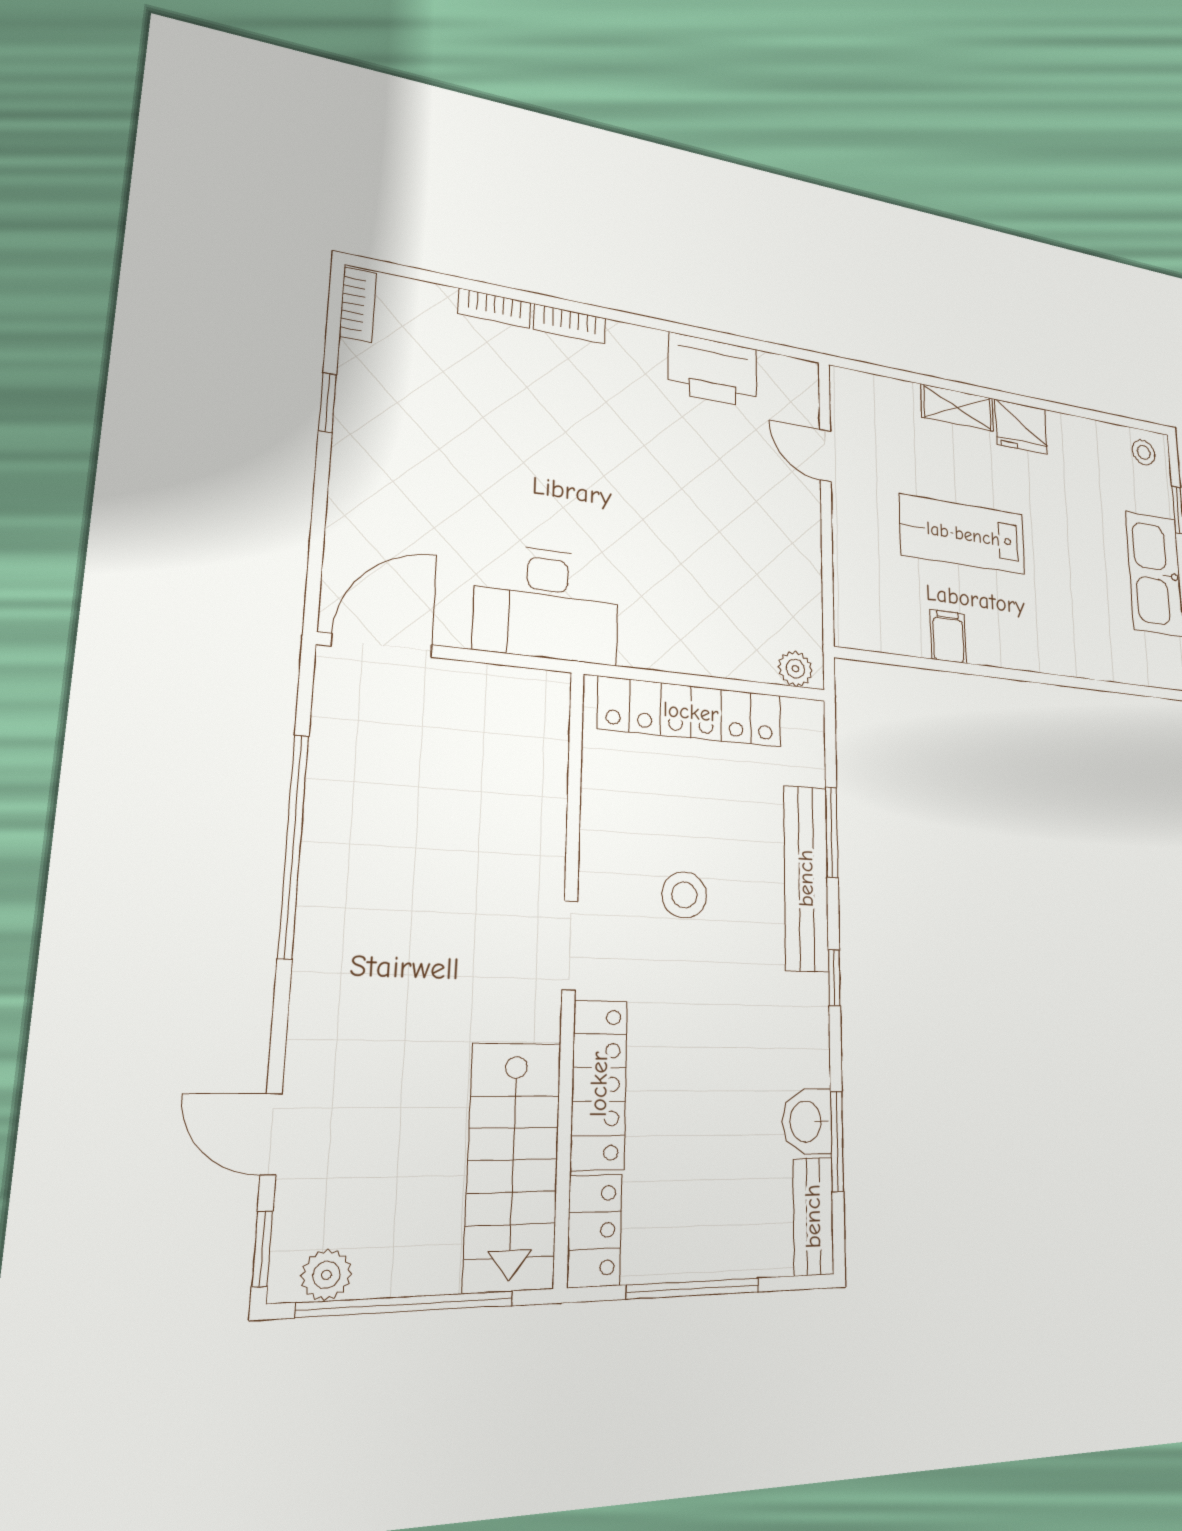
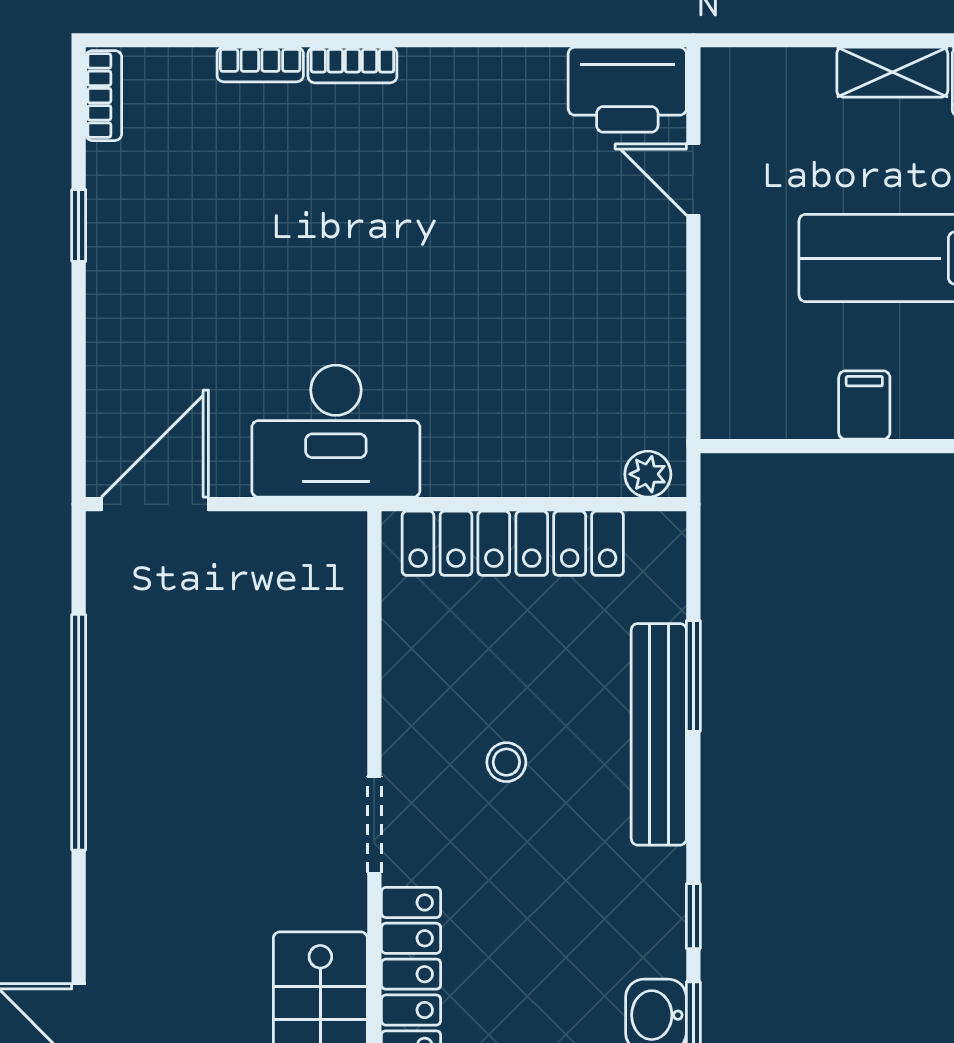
printer: (713, 370) -> (627, 90), moved
stool: (684, 895) -> (506, 762), width x0.73, depth x0.73
window: (834, 978) -> (693, 916), moved

